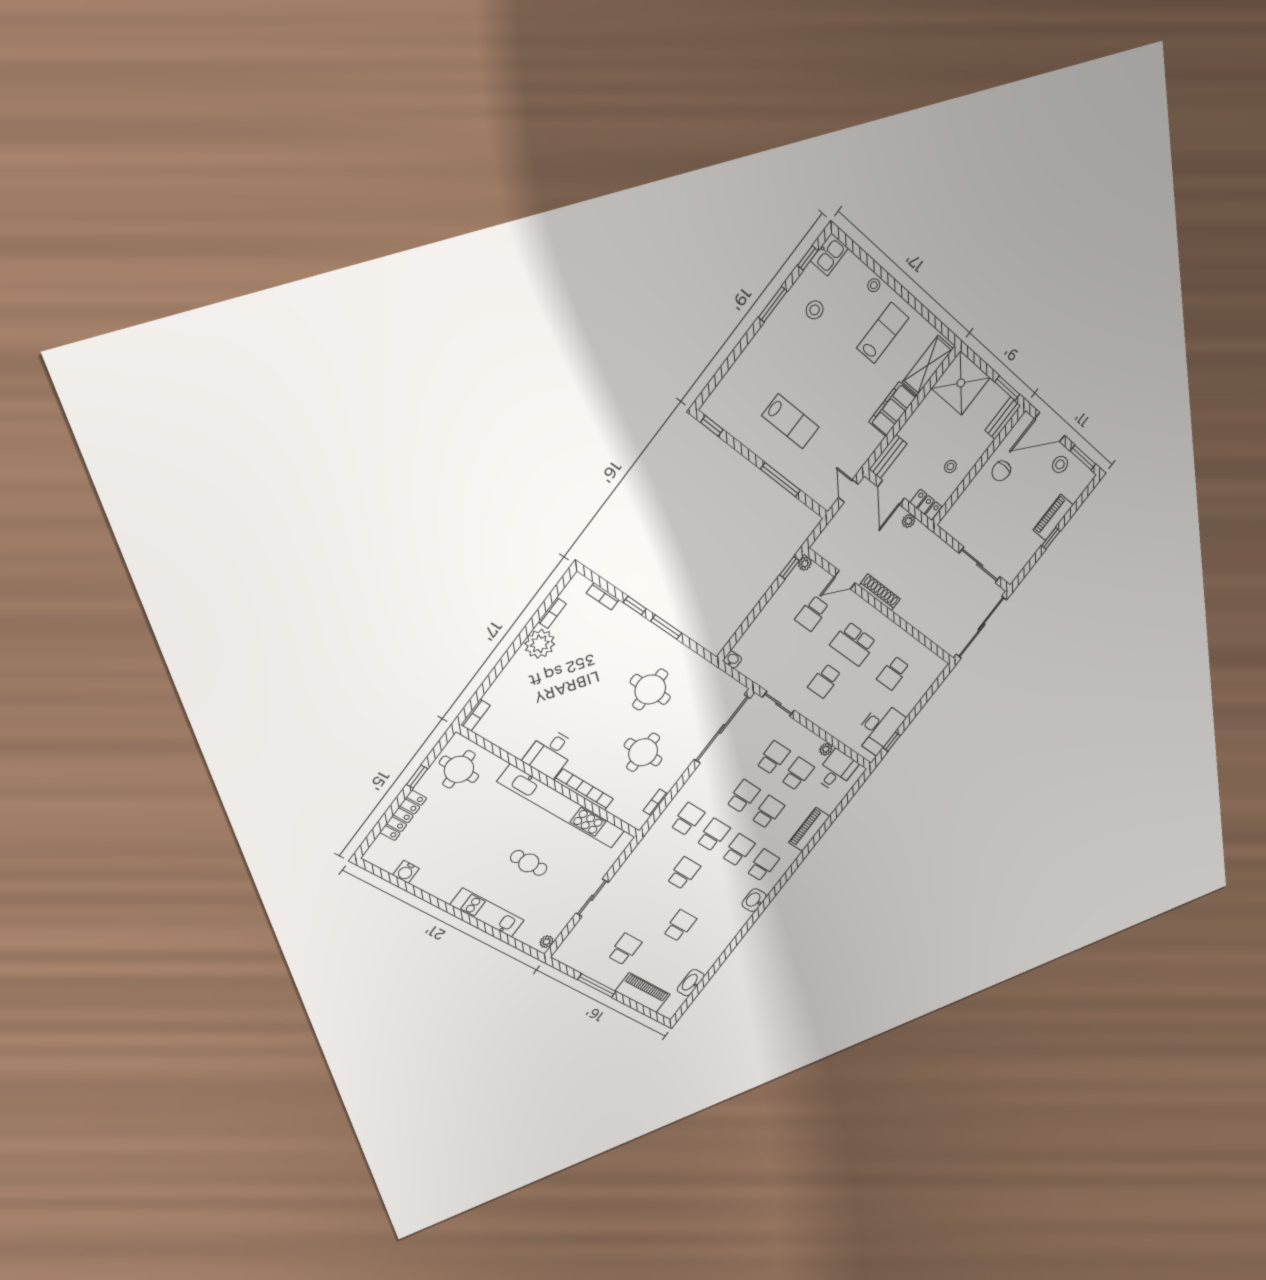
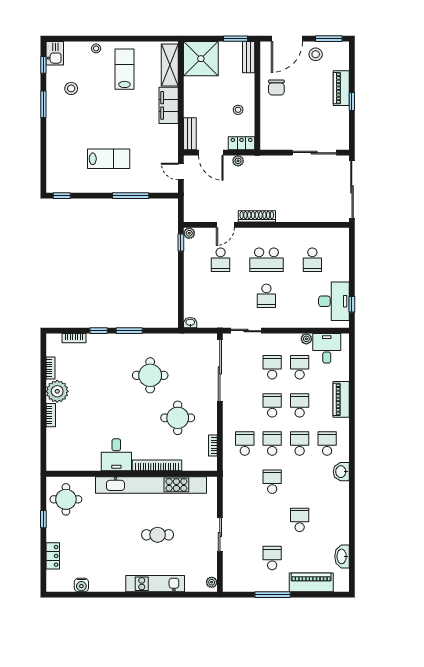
bookcase: (475, 715) -> (51, 415), moved
locker: (403, 815) -> (53, 556), width x0.66

